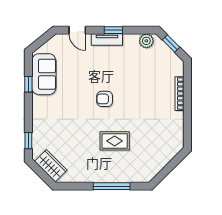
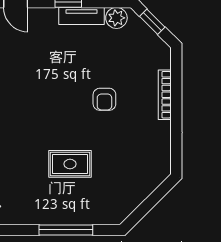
tv unit: (107, 40) -> (82, 16), moved
armchair: (105, 99) -> (104, 99), moved, turned -90

